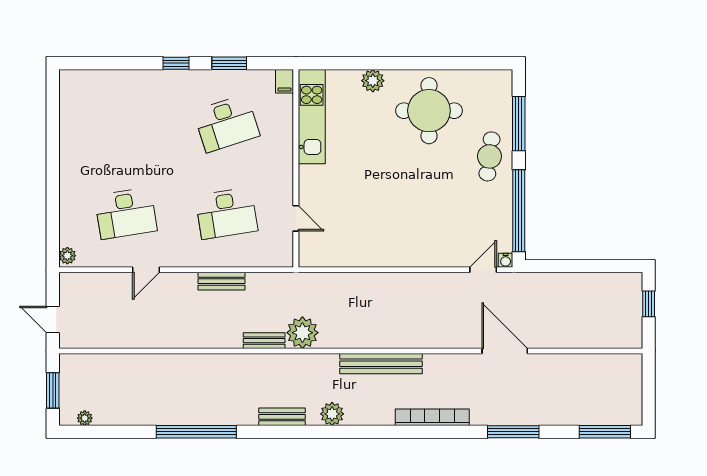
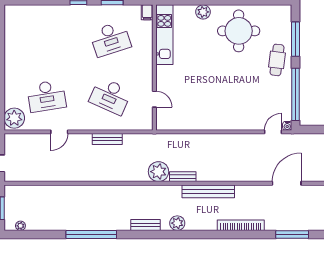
desk: (226, 213) -> (110, 96), turned 33
plant: (67, 256) -> (14, 118), width x1.87, depth x1.87
bench: (264, 341) -> (183, 177), moved
door: (505, 351) -> (287, 183), hinge flipped

